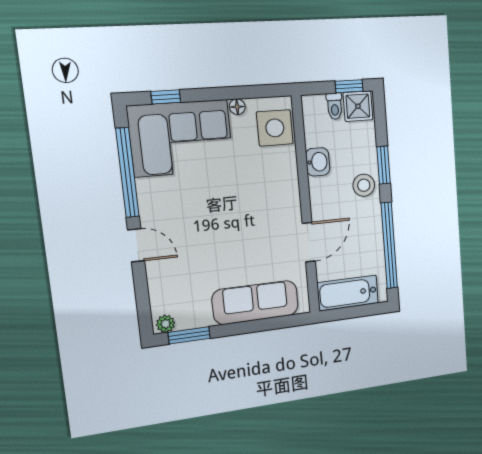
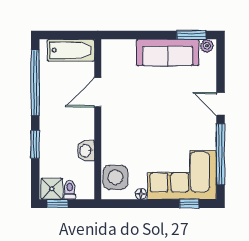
stool: (364, 185) -> (52, 130), removed
sofa: (255, 302) -> (168, 52), moved

